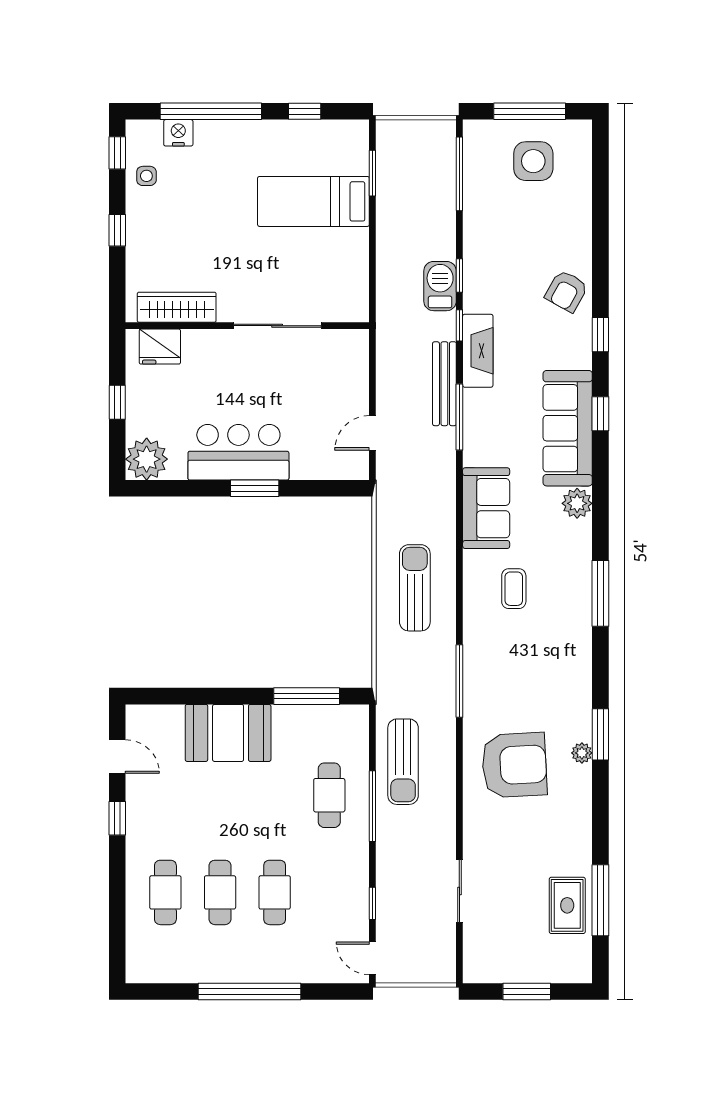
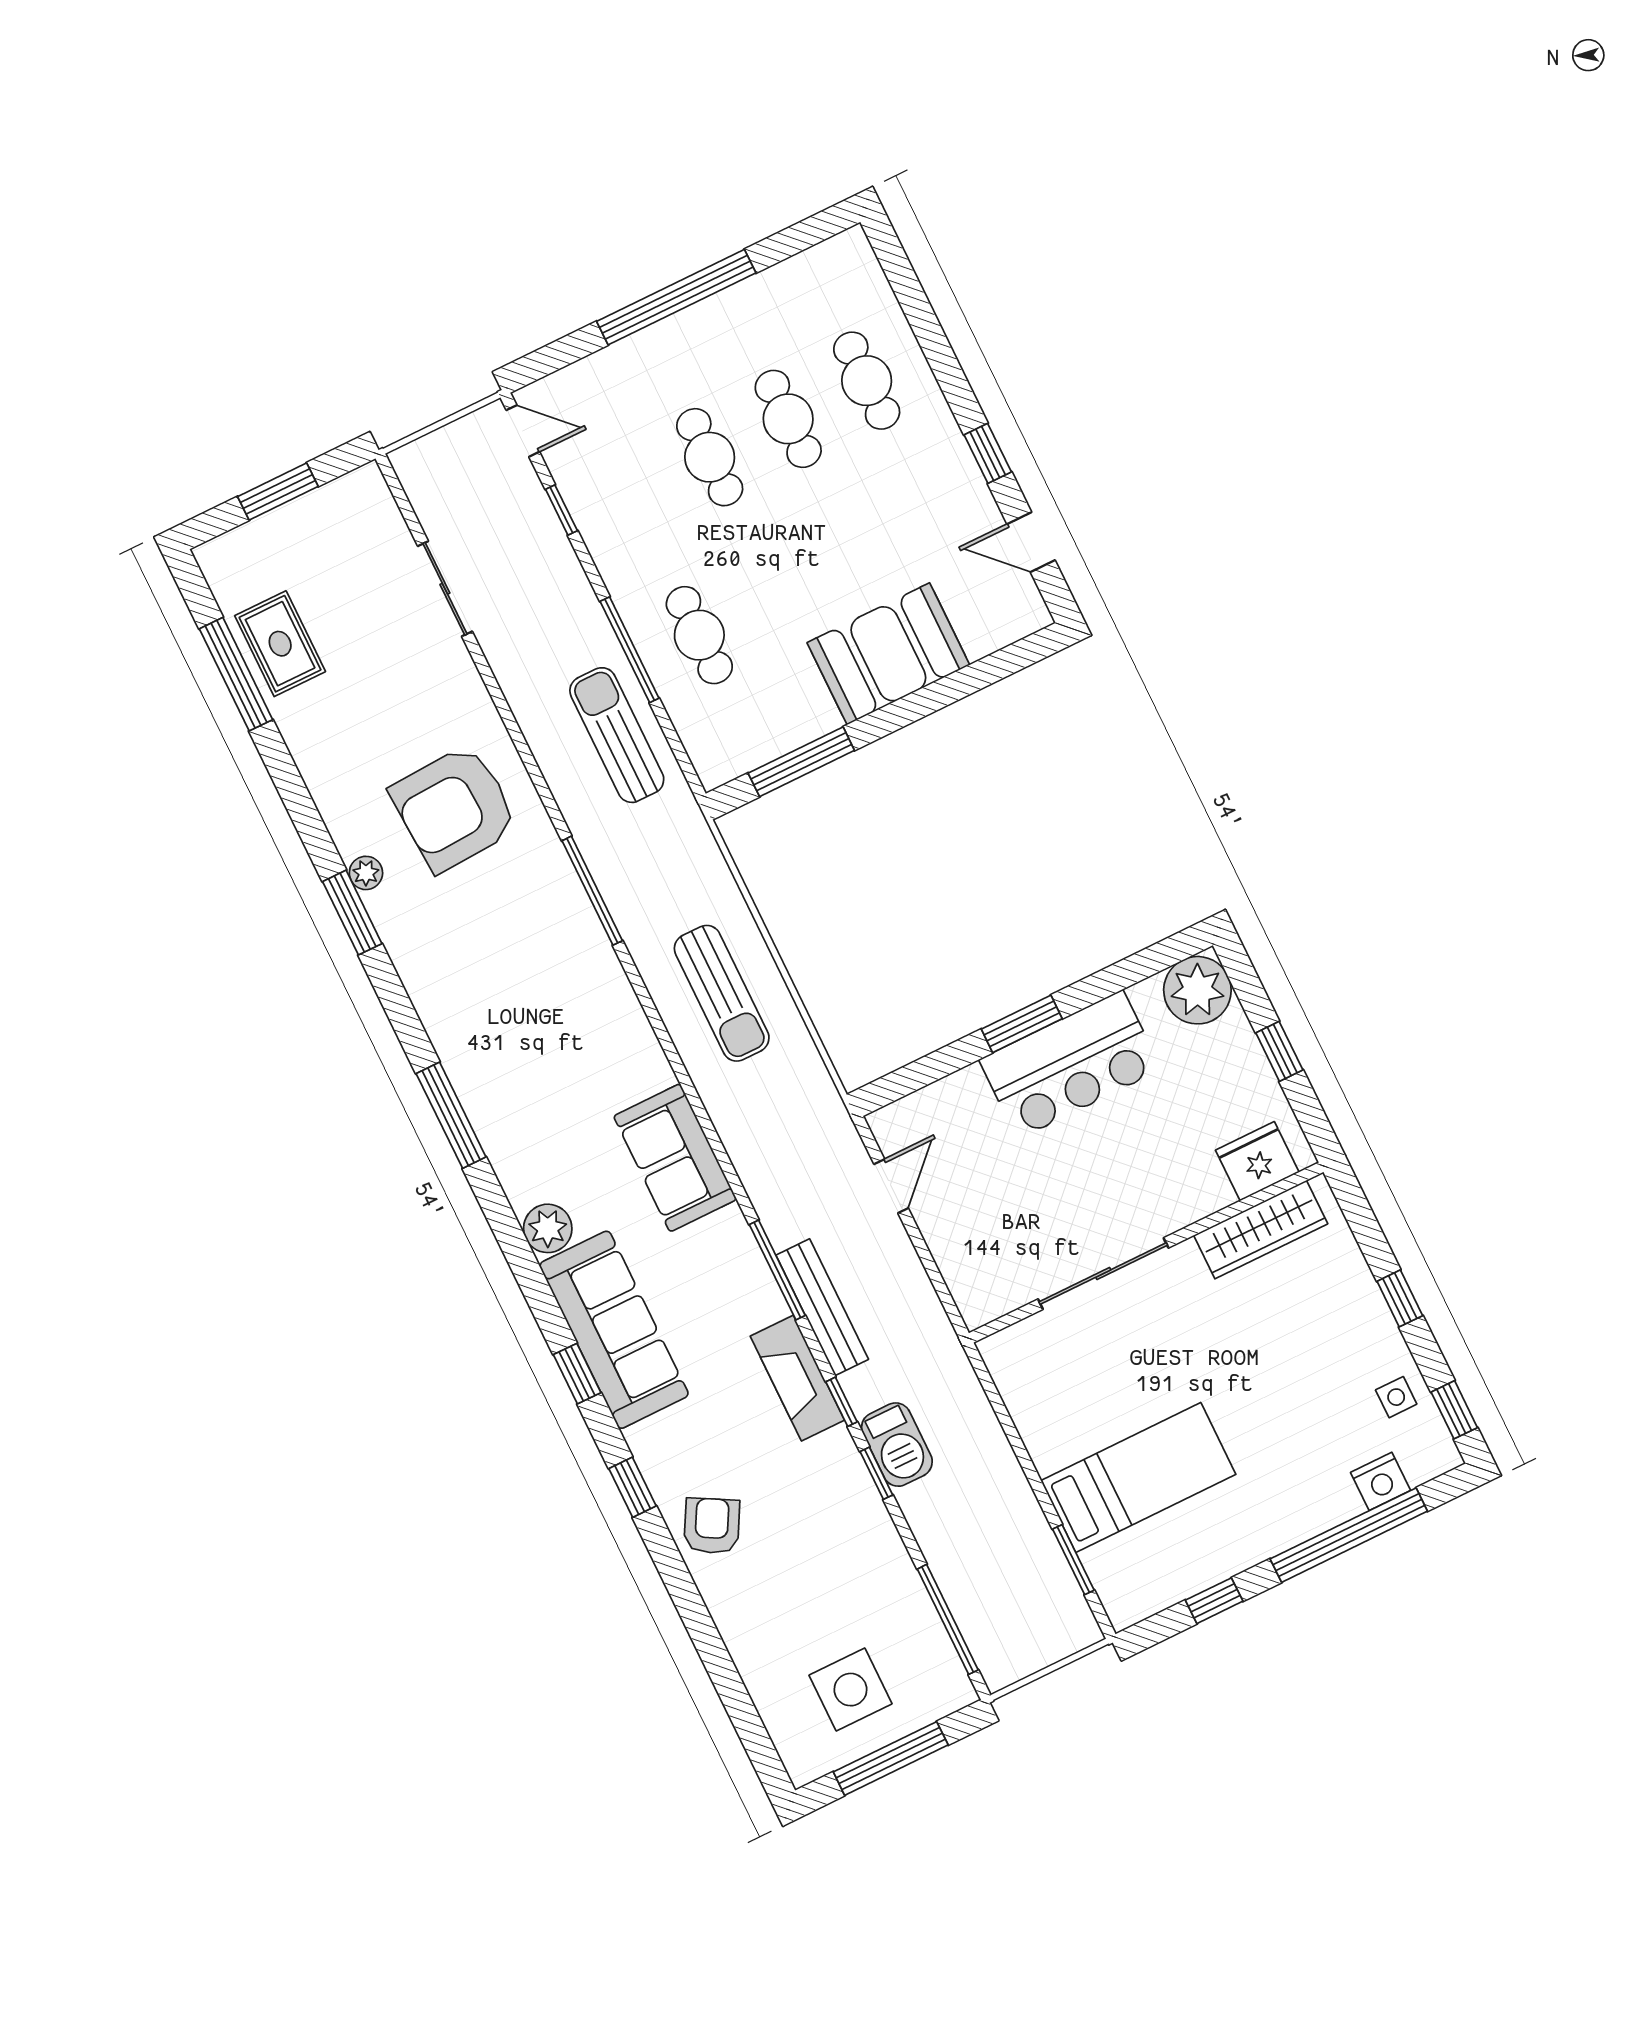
coffee table: (514, 589) -> (579, 1061), removed

